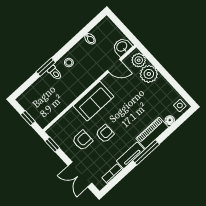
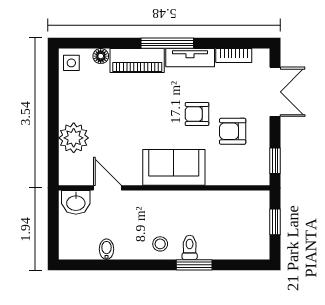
plant: (139, 60) -> (70, 167), removed

